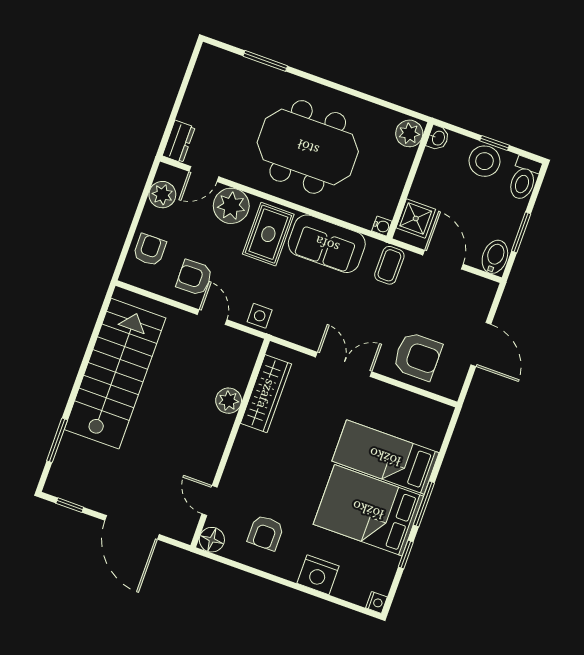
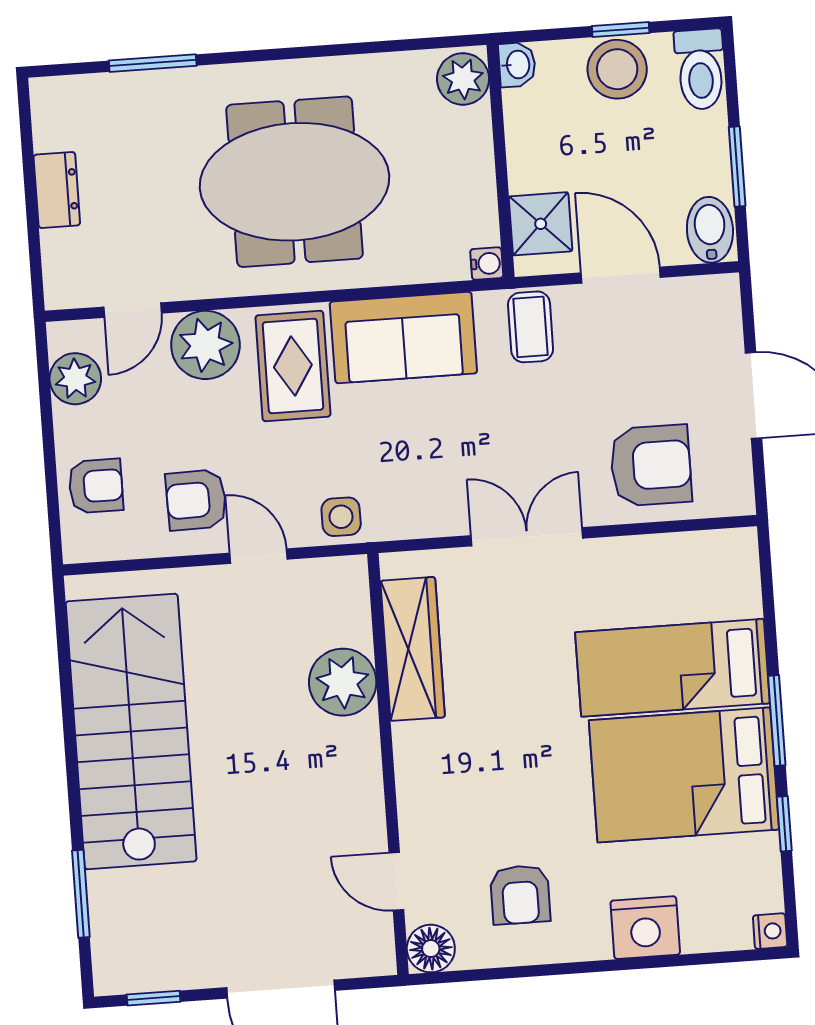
dresser: (179, 141) -> (57, 190), moved
armchair: (150, 250) -> (96, 486), turned 90
plant: (229, 401) -> (343, 682), width x1.36, depth x1.36

